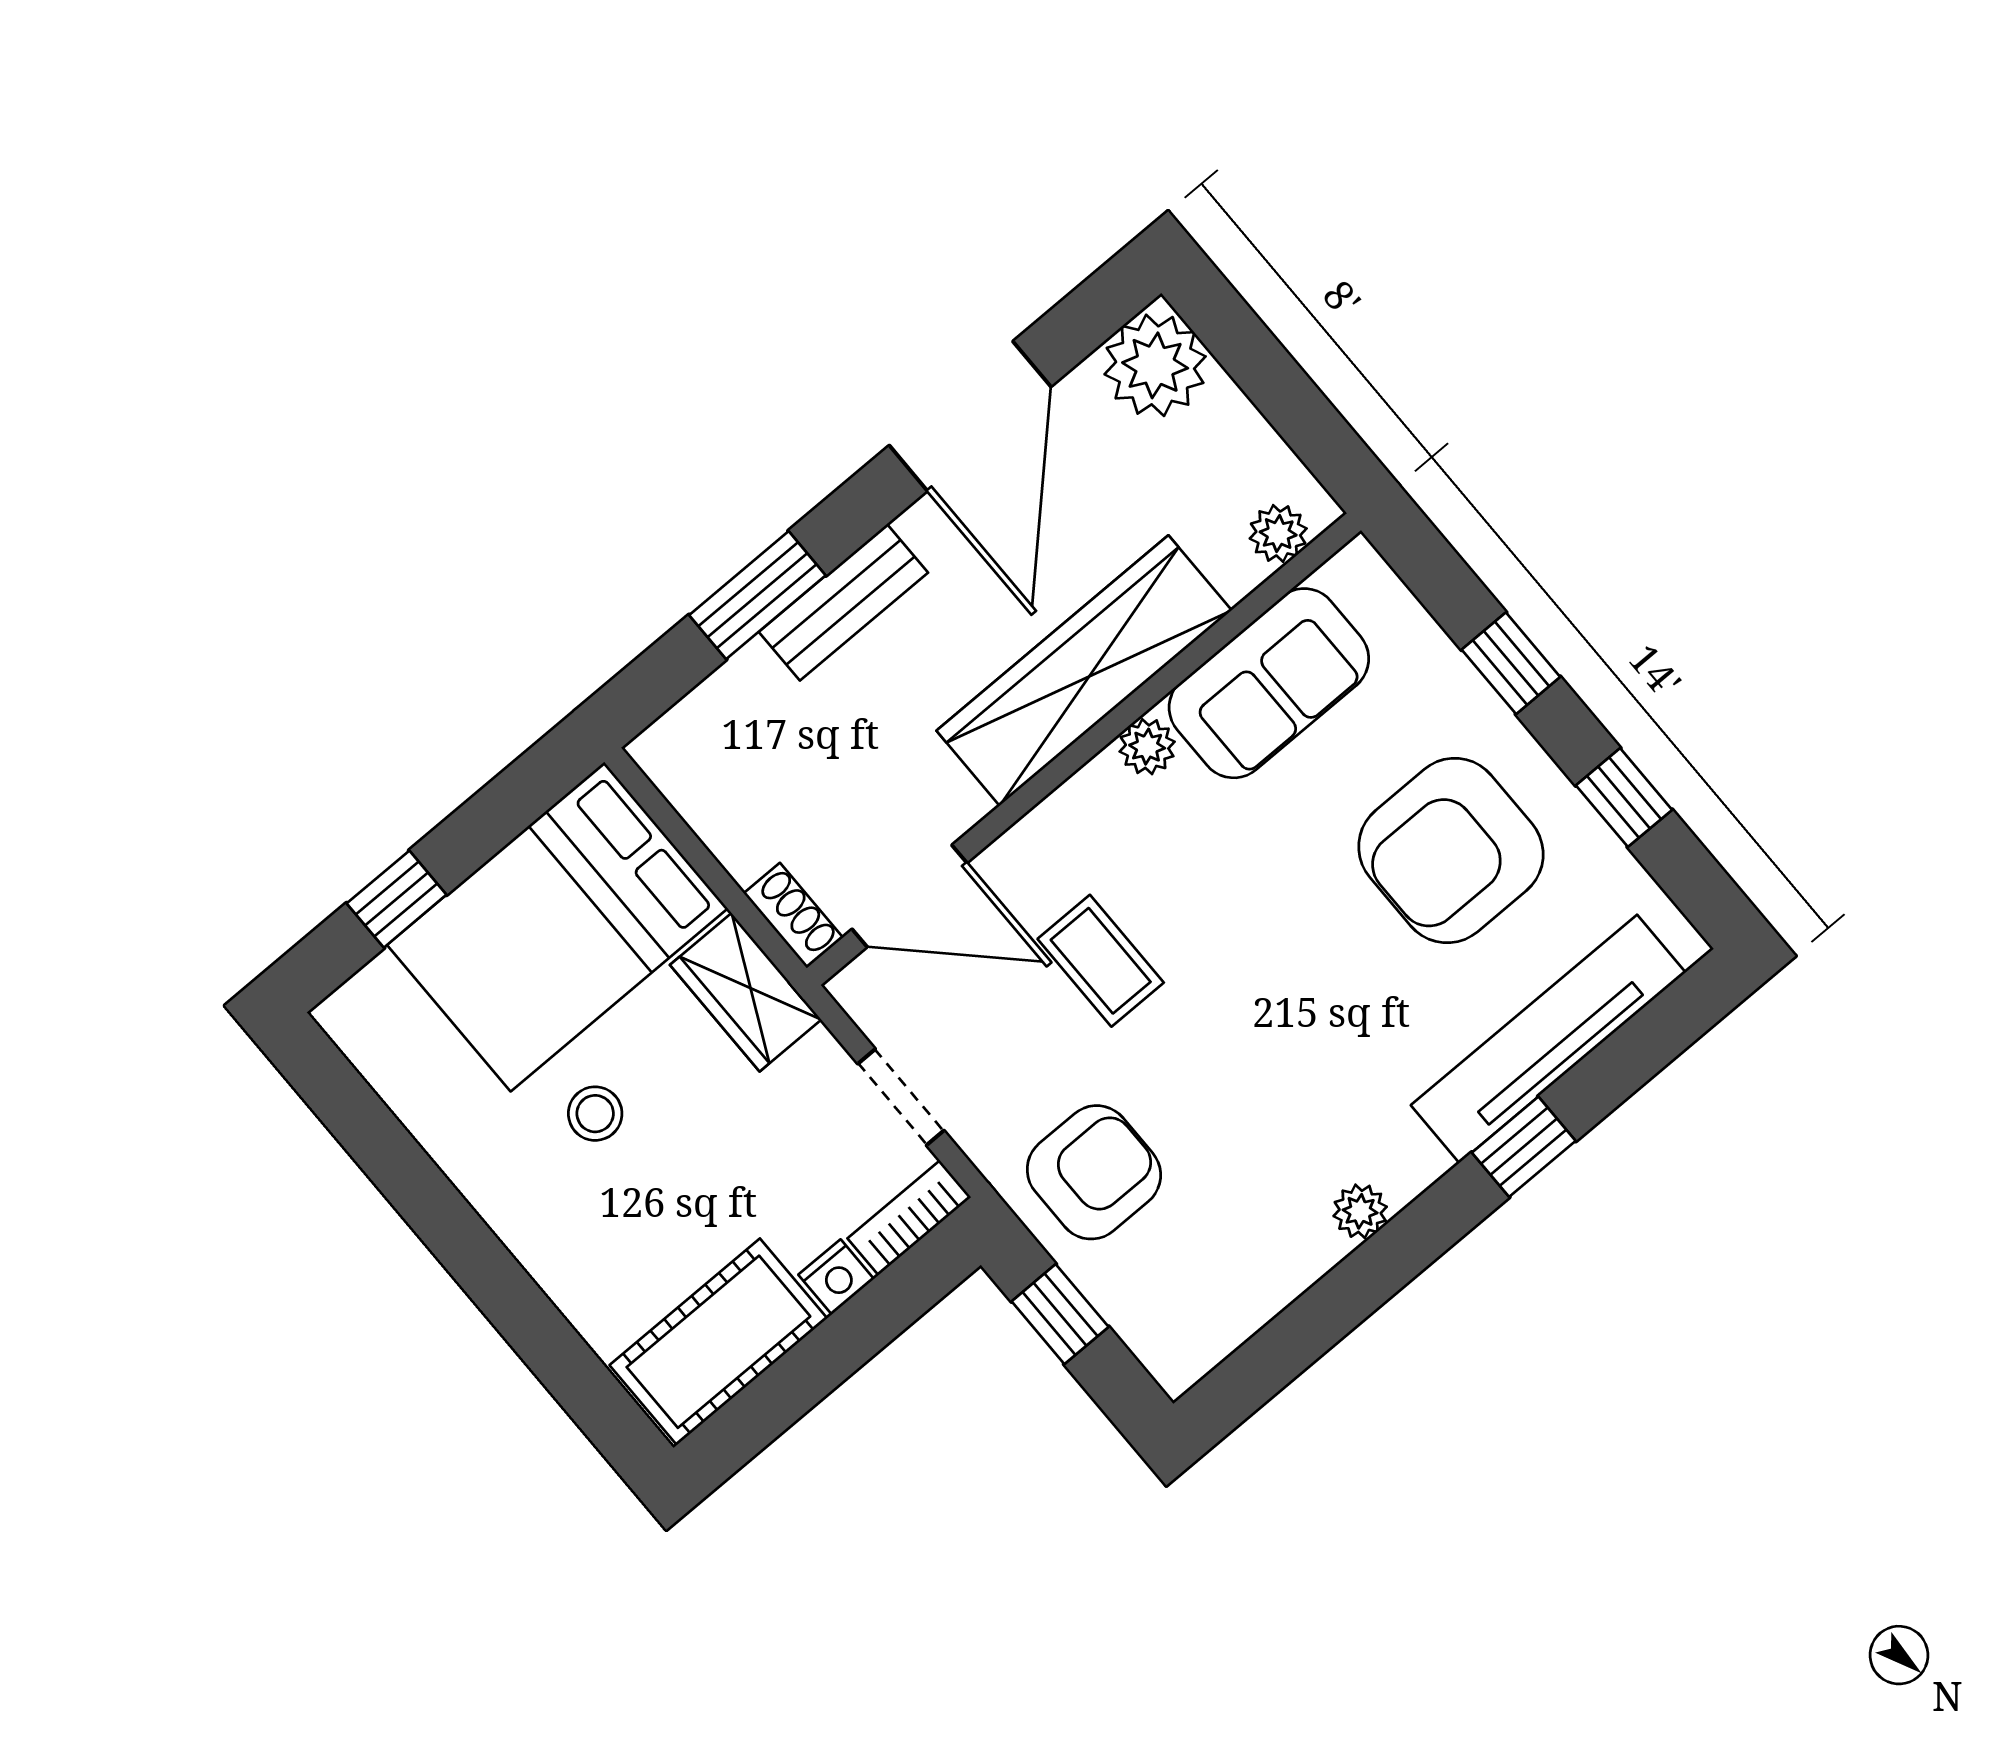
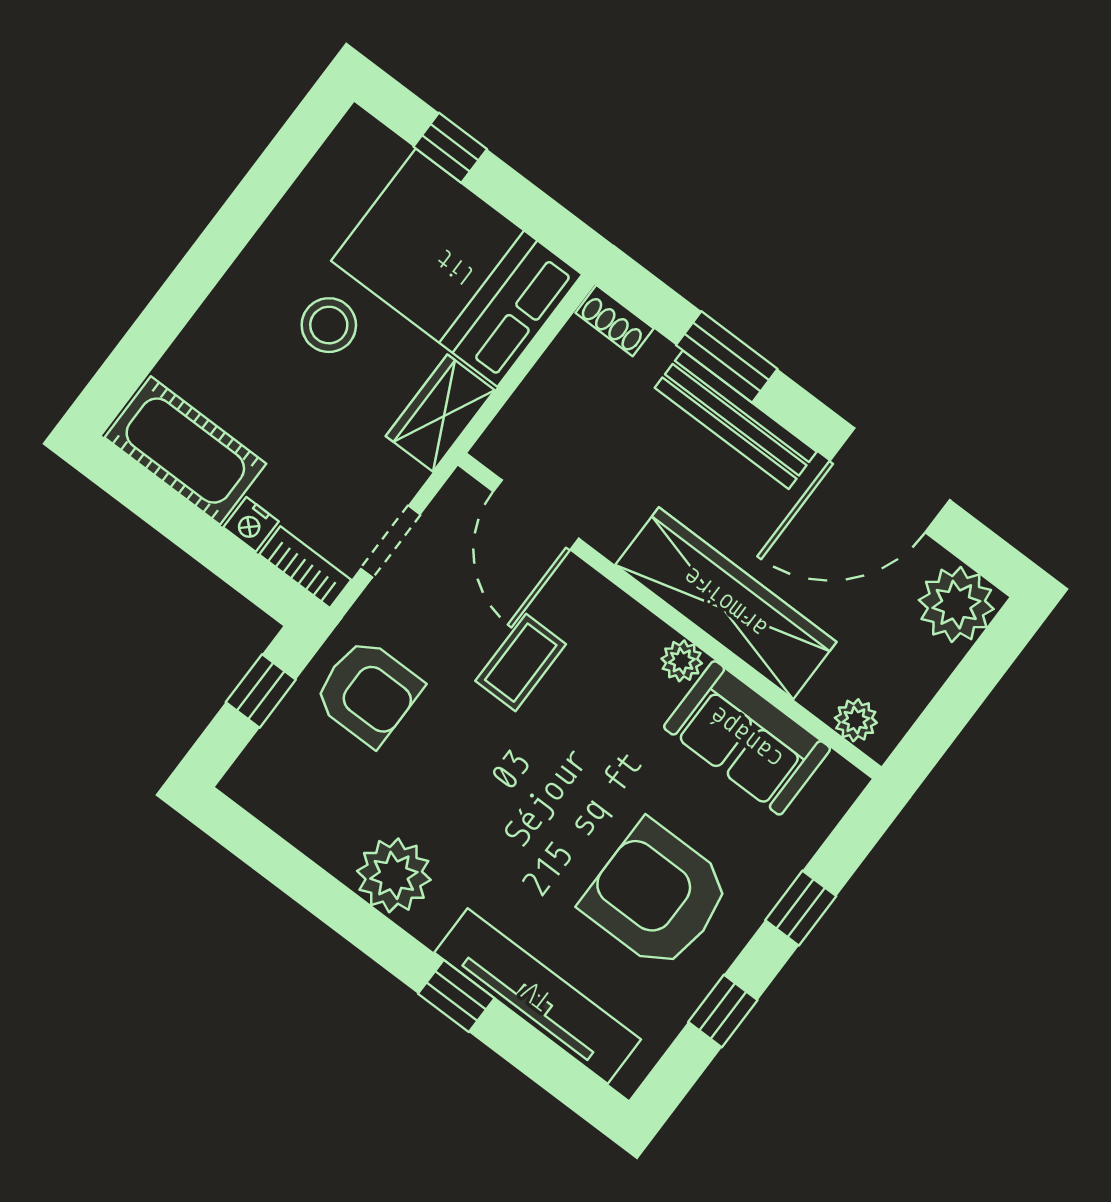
bench: (843, 602) -> (736, 420), width x1.36
shoe rack: (793, 916) -> (615, 321), moved, turned 90
stool: (595, 1114) -> (329, 325), width x1.37, depth x1.37
plant: (1360, 1211) -> (394, 875), width x1.88, depth x1.88

